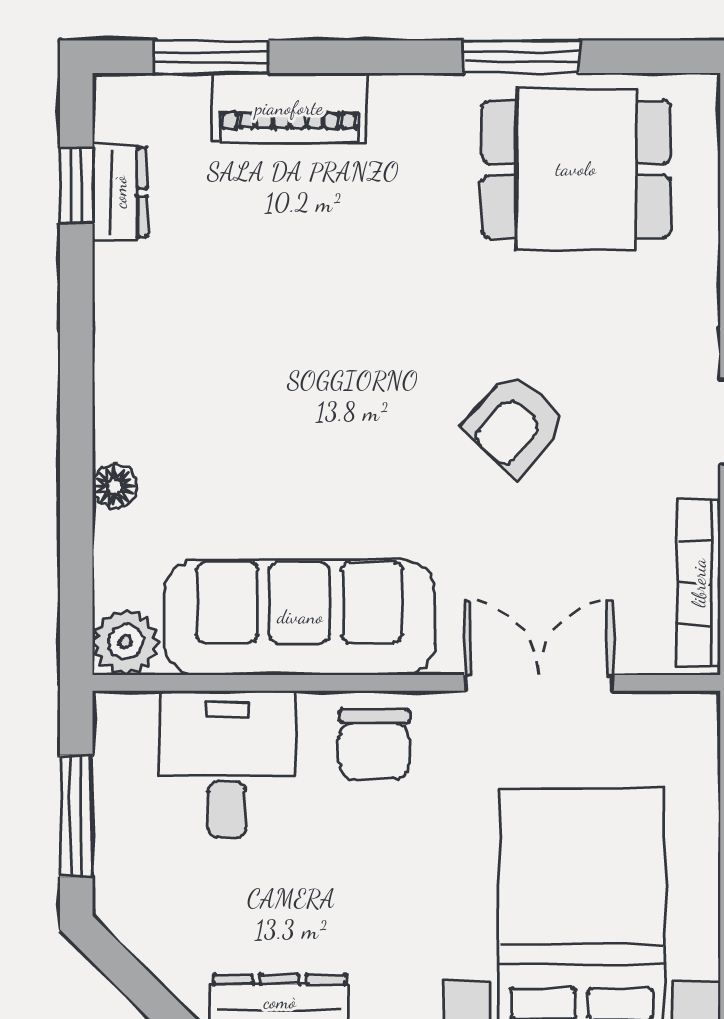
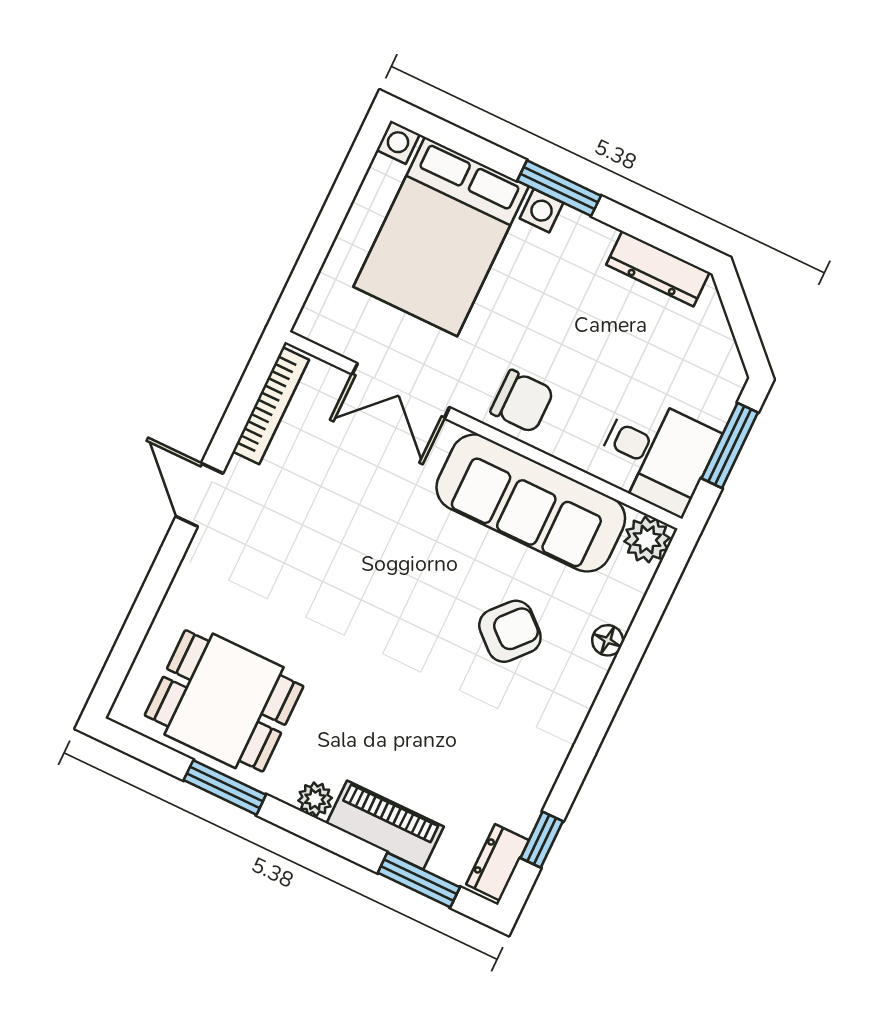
plant: (397, 98) -> (315, 799), added
dresser: (120, 192) -> (498, 862), moved
armchair: (515, 424) -> (510, 631), moved
chair: (374, 745) -> (522, 401), turned 90
desk: (227, 764) -> (657, 454), moved, turned -90

